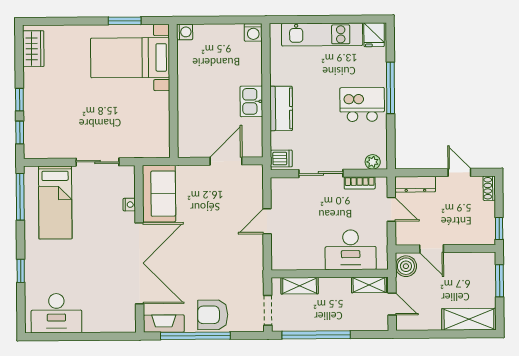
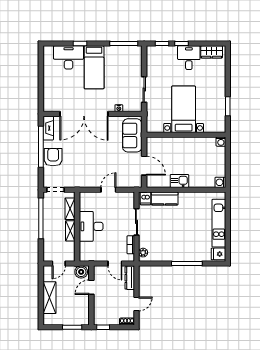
bed with nightstands: (130, 58) -> (184, 109), moved
desk: (43, 87) -> (189, 58), added
kitchen island: (362, 105) -> (177, 247), removed
kitchen counter: (281, 108) -> (165, 199), moved
sofa: (159, 194) -> (132, 135), moved, turned 90
bed: (55, 202) -> (94, 67), moved, turned -90
door: (391, 209) -> (115, 263), hinge flipped
door: (267, 221) -> (108, 190), hinge flipped
desk: (351, 250) -> (91, 226), moved
shelving: (369, 285) -> (70, 231), moved
desk: (56, 313) -> (69, 57), moved, turned 90
shelving: (469, 319) -> (49, 298), moved

